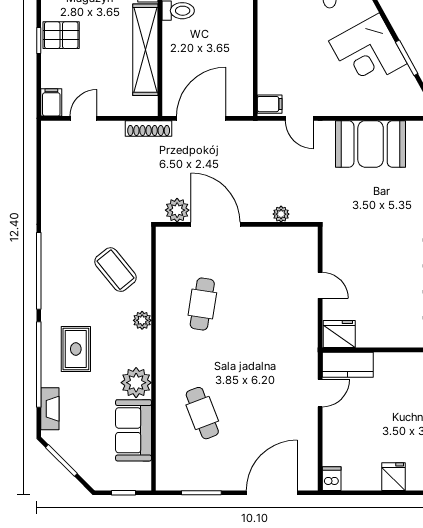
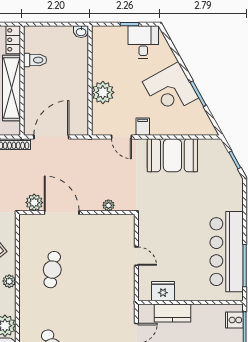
plant: (273, 56) -> (103, 92), added
filing cabinet: (270, 104) -> (143, 127), moved, turned -90
fridge: (339, 334) -> (163, 291), moved
kitchen counter: (348, 365) -> (172, 313), moved

